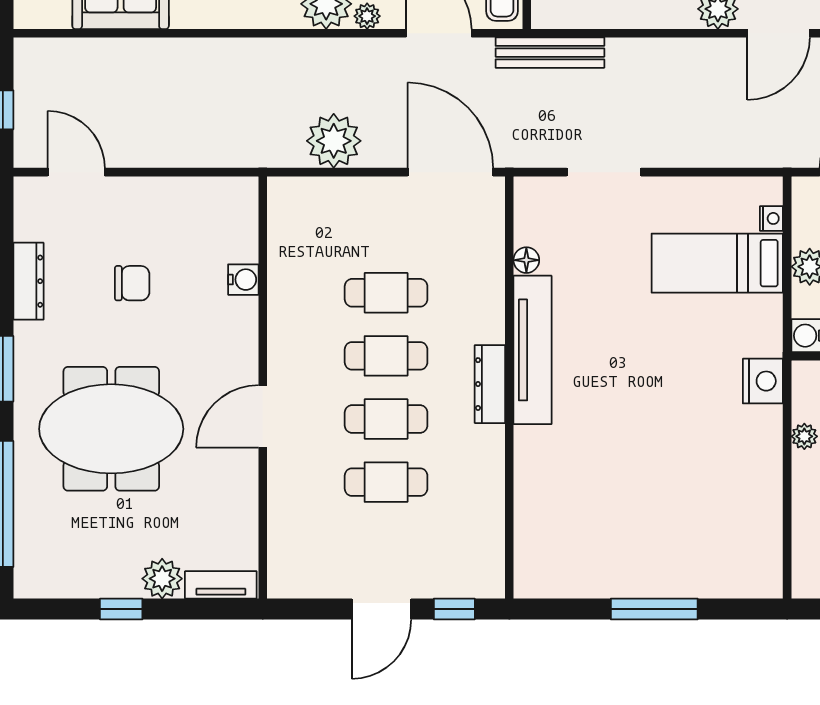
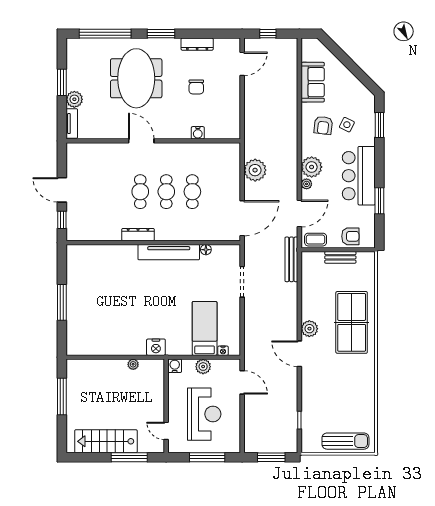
dresser: (490, 384) -> (138, 235), moved
cafe table: (386, 482) -> (114, 192), removed
window: (121, 609) -> (62, 82), width x1.50

